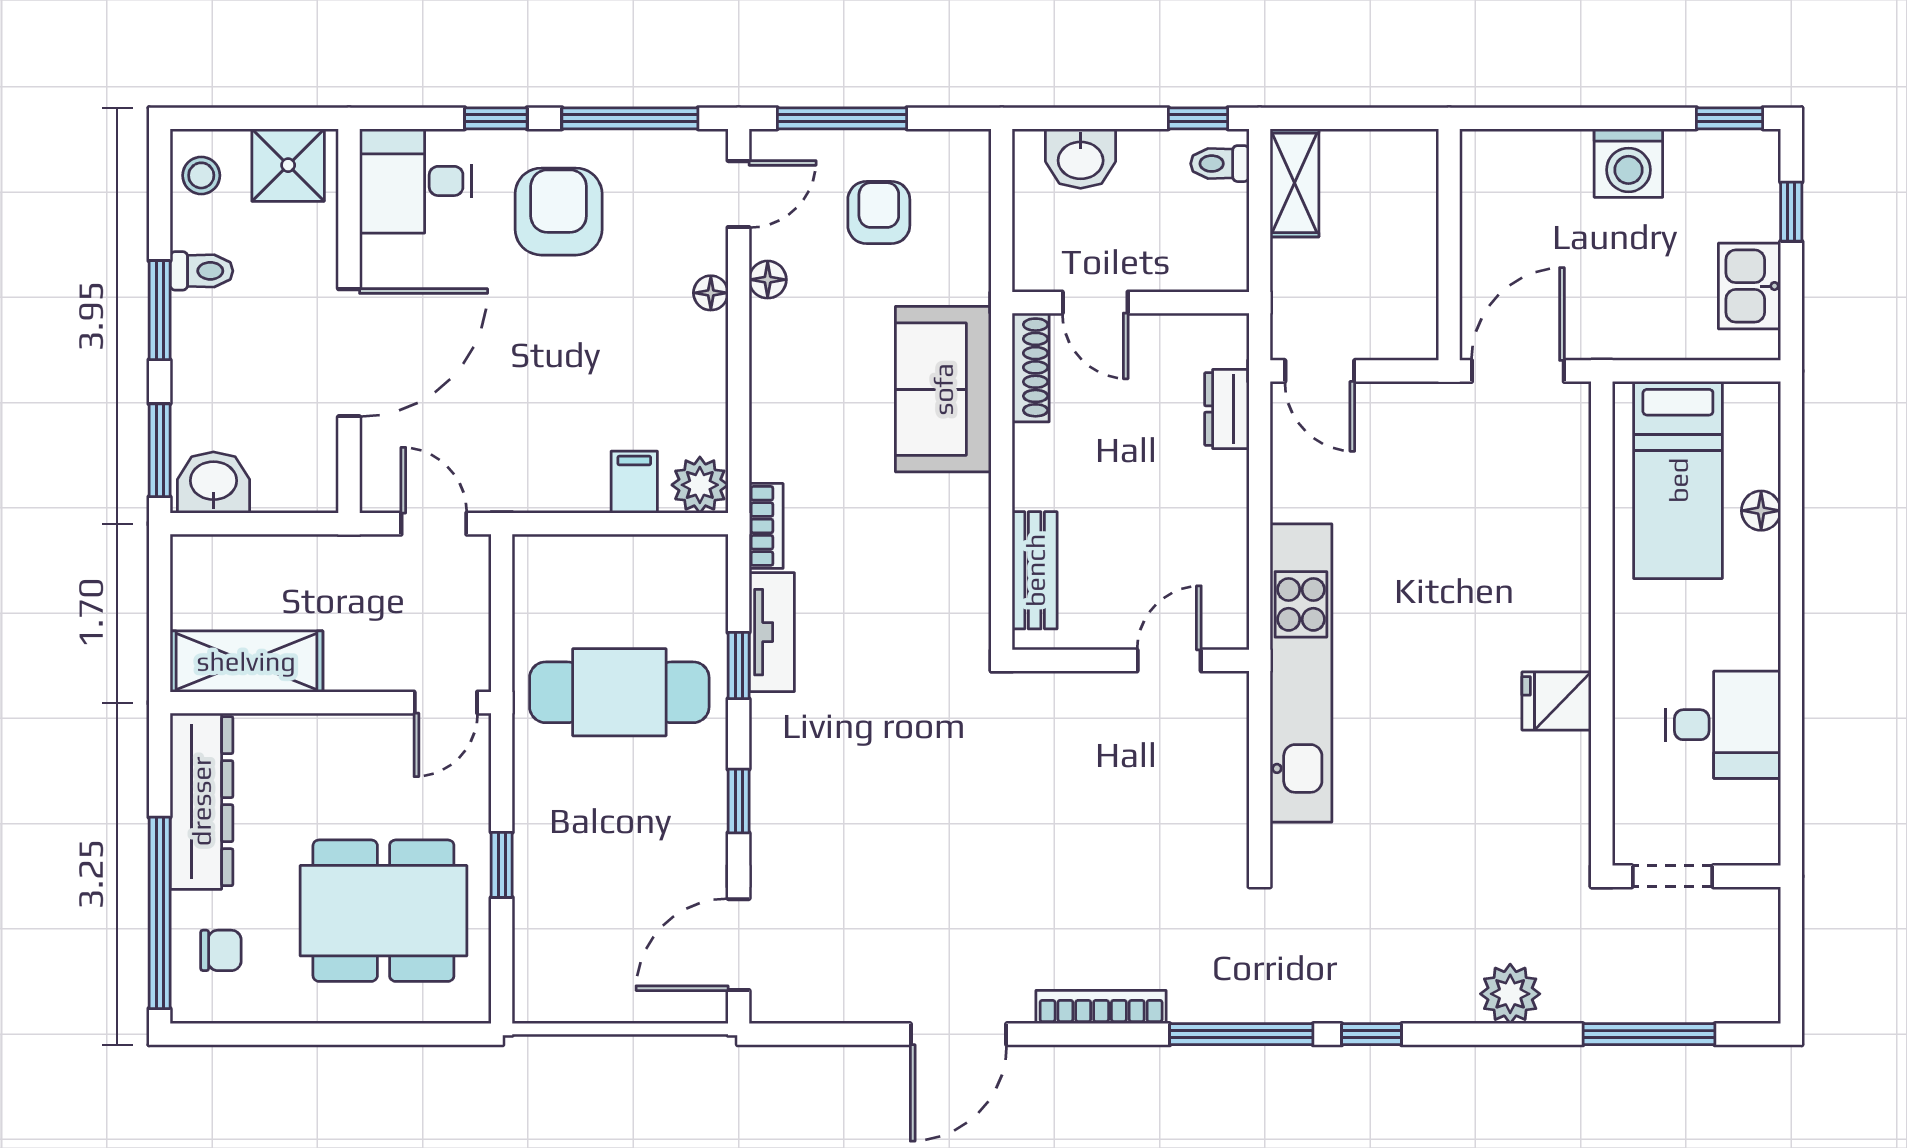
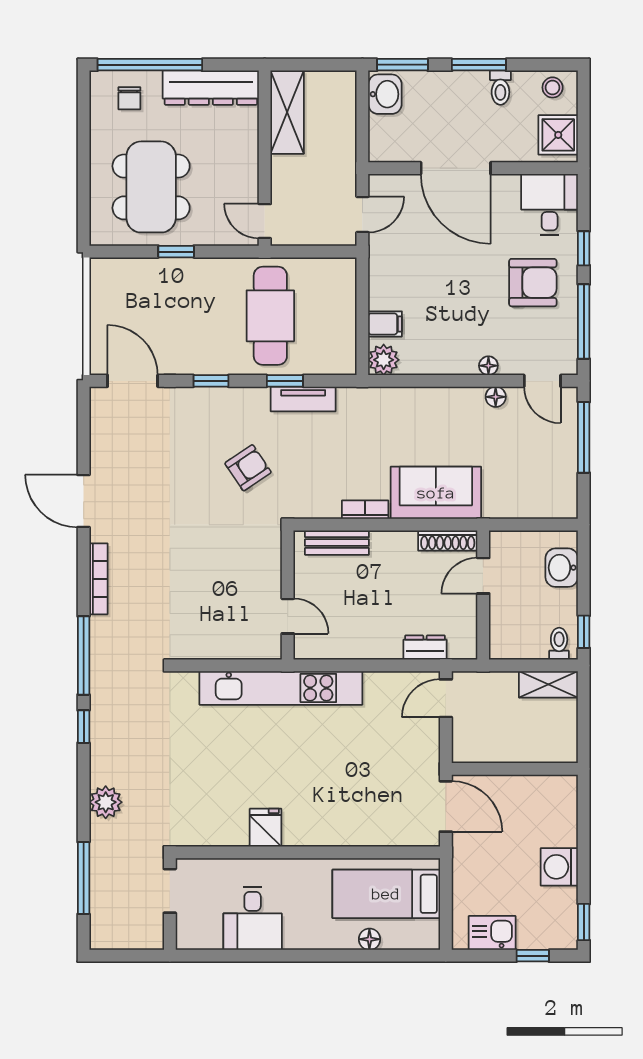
armchair: (879, 212) -> (248, 468), moved, turned -34
bookcase: (766, 526) -> (365, 510), moved, turned 180

